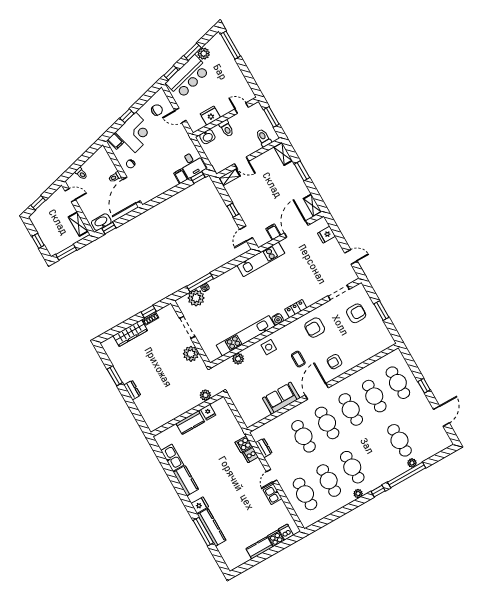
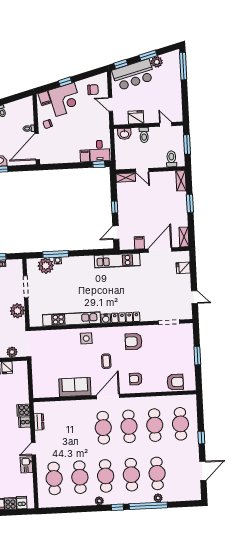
locker: (296, 309) -> (126, 317), width x1.53
armchair: (356, 313) -> (175, 382), moved
plant: (238, 359) -> (55, 335), removed
cafe table: (303, 436) -> (131, 475), moved

